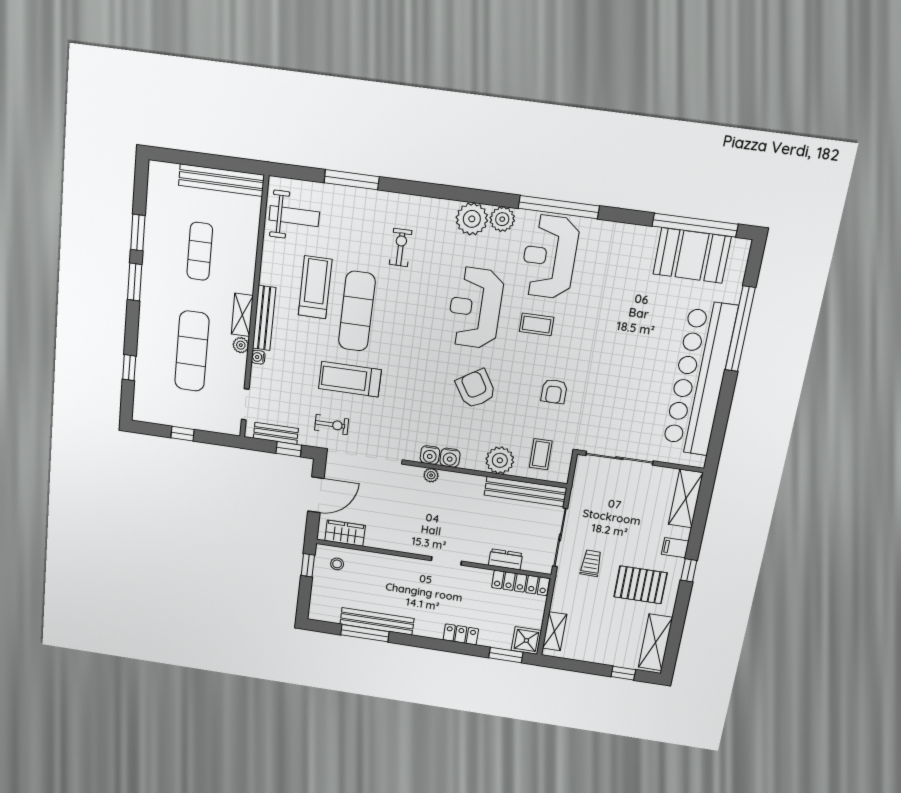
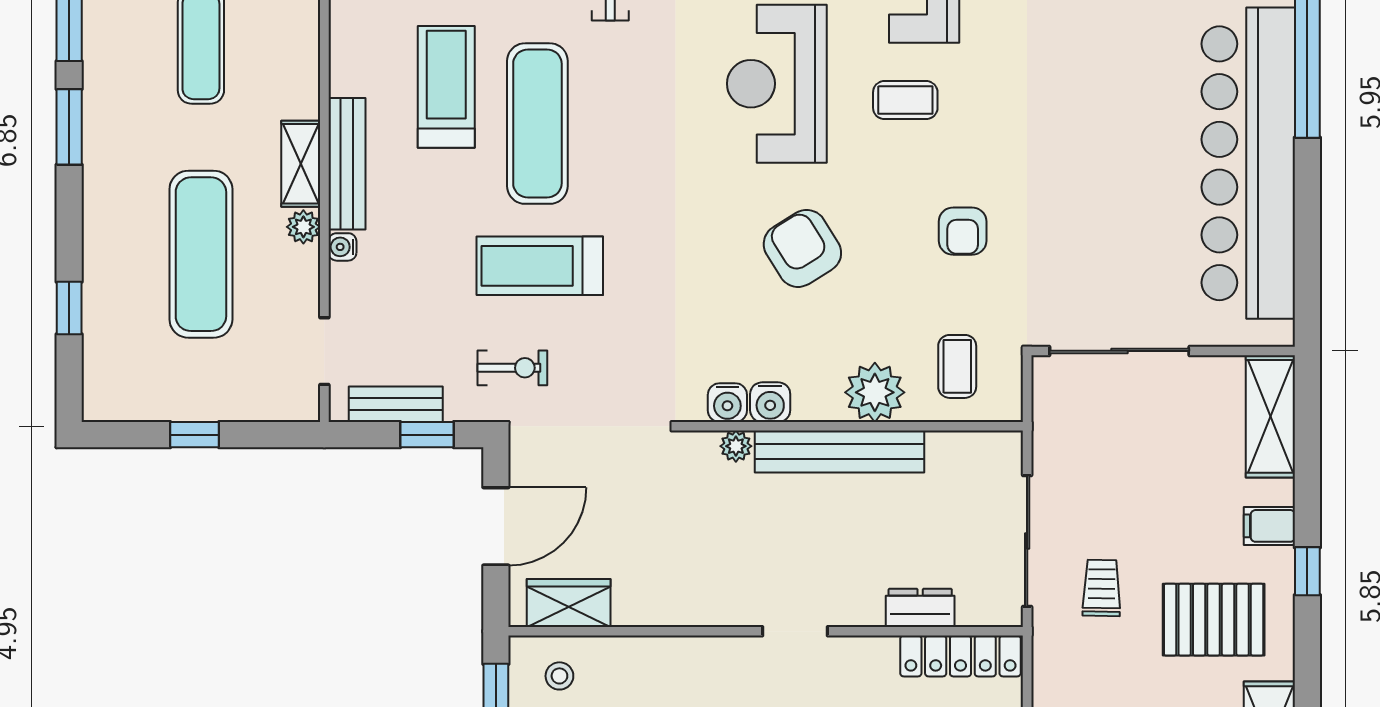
bench: (525, 491) -> (840, 452), moved

